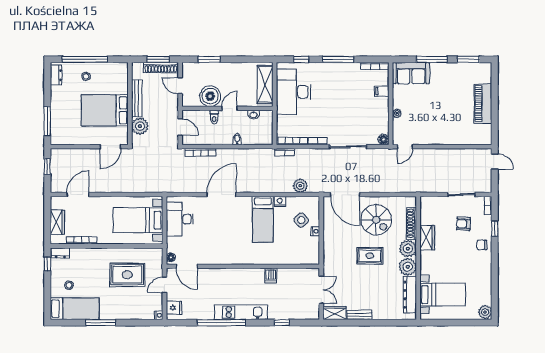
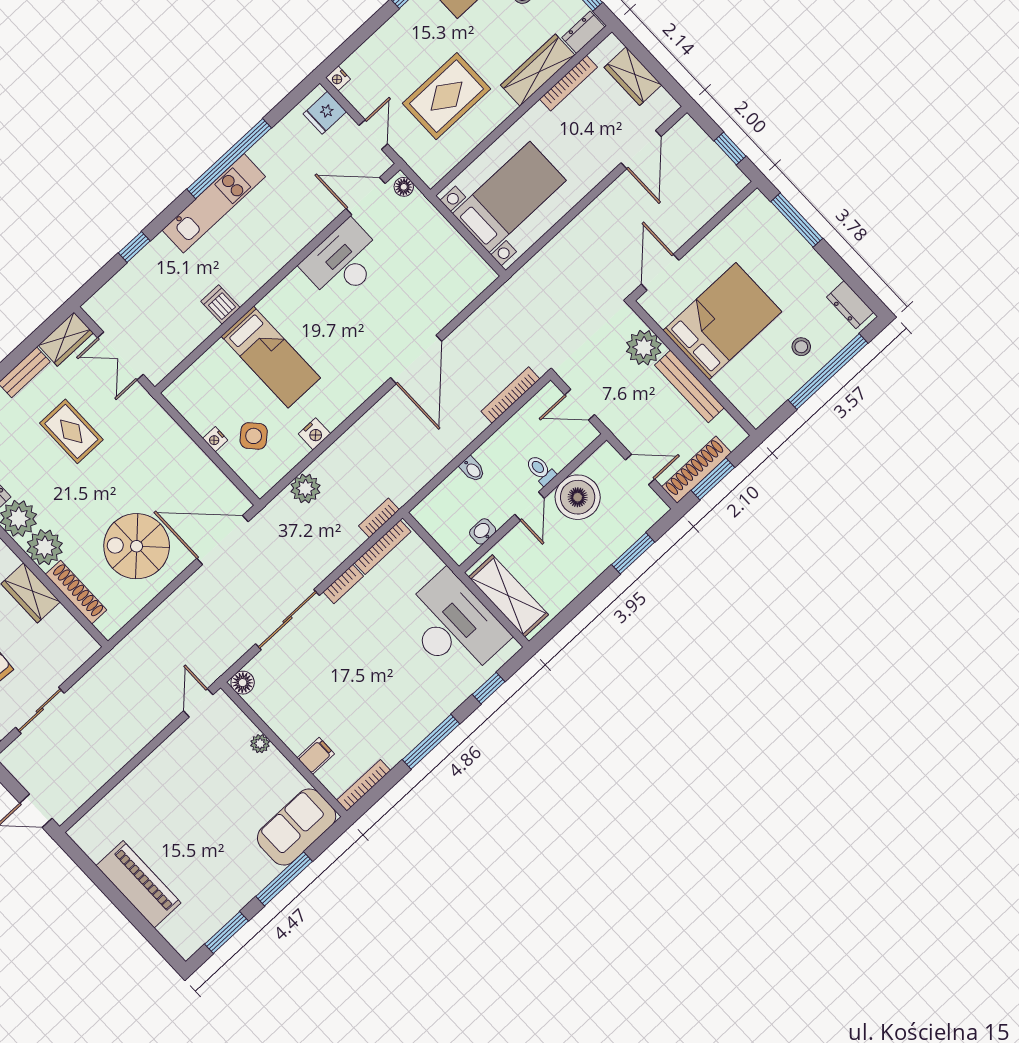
desk: (180, 219) -> (343, 262), moved, turned -90
bed: (263, 219) -> (271, 357), moved, turned 180
wardrobe: (88, 255) -> (538, 70), added
rug: (370, 256) -> (71, 431), moved, turned 90

